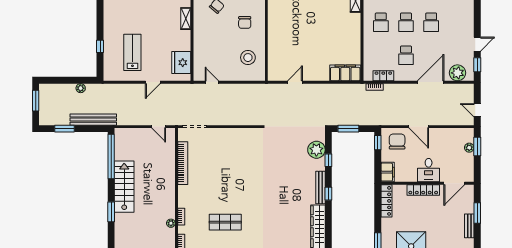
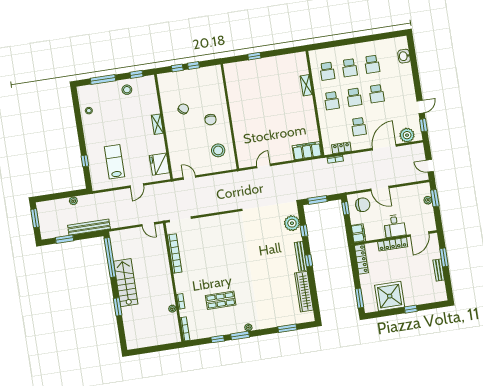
chair: (397, 142) -> (363, 205), turned 90

